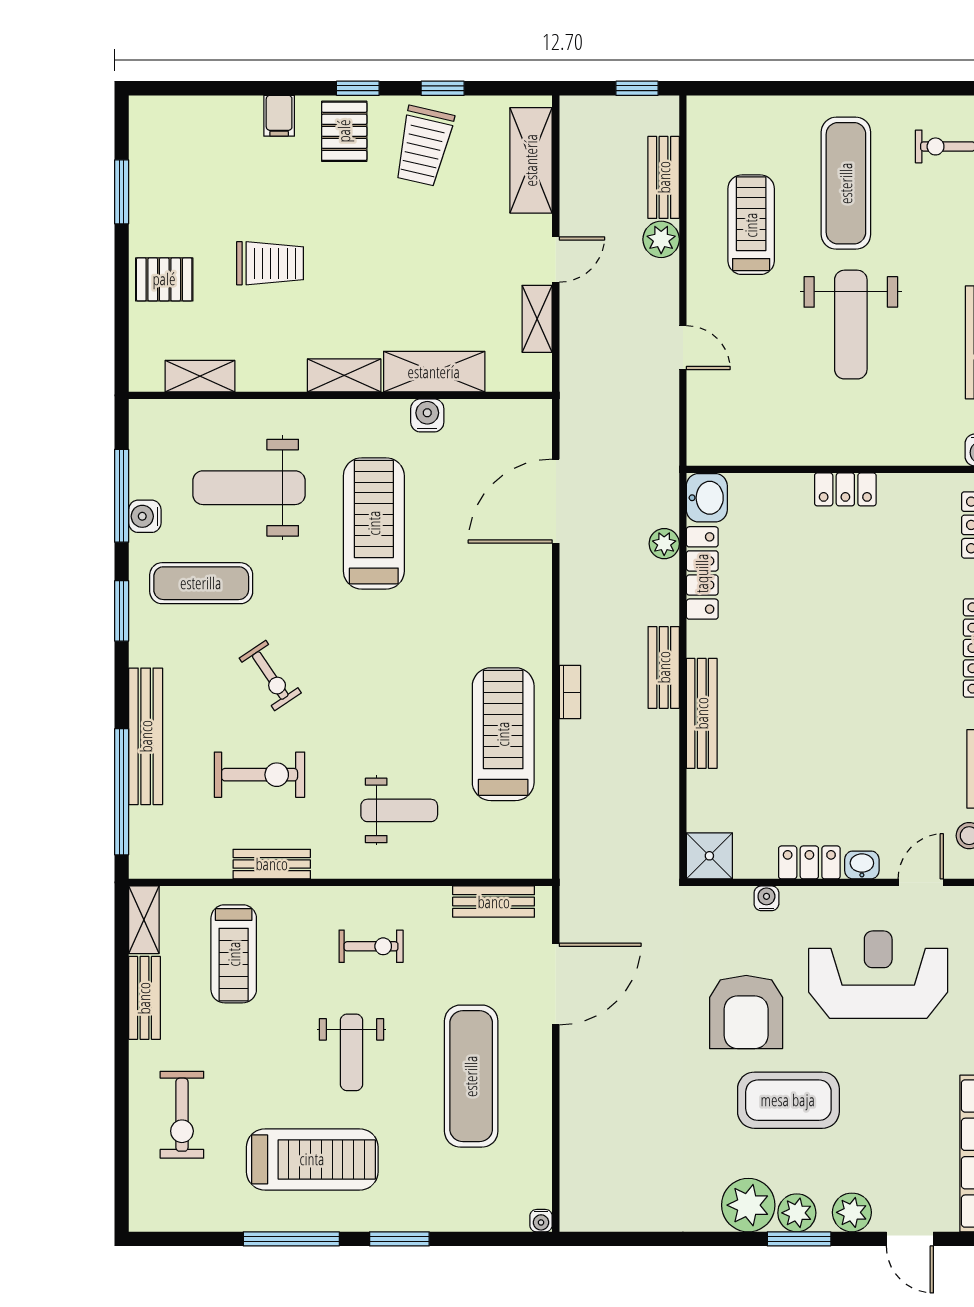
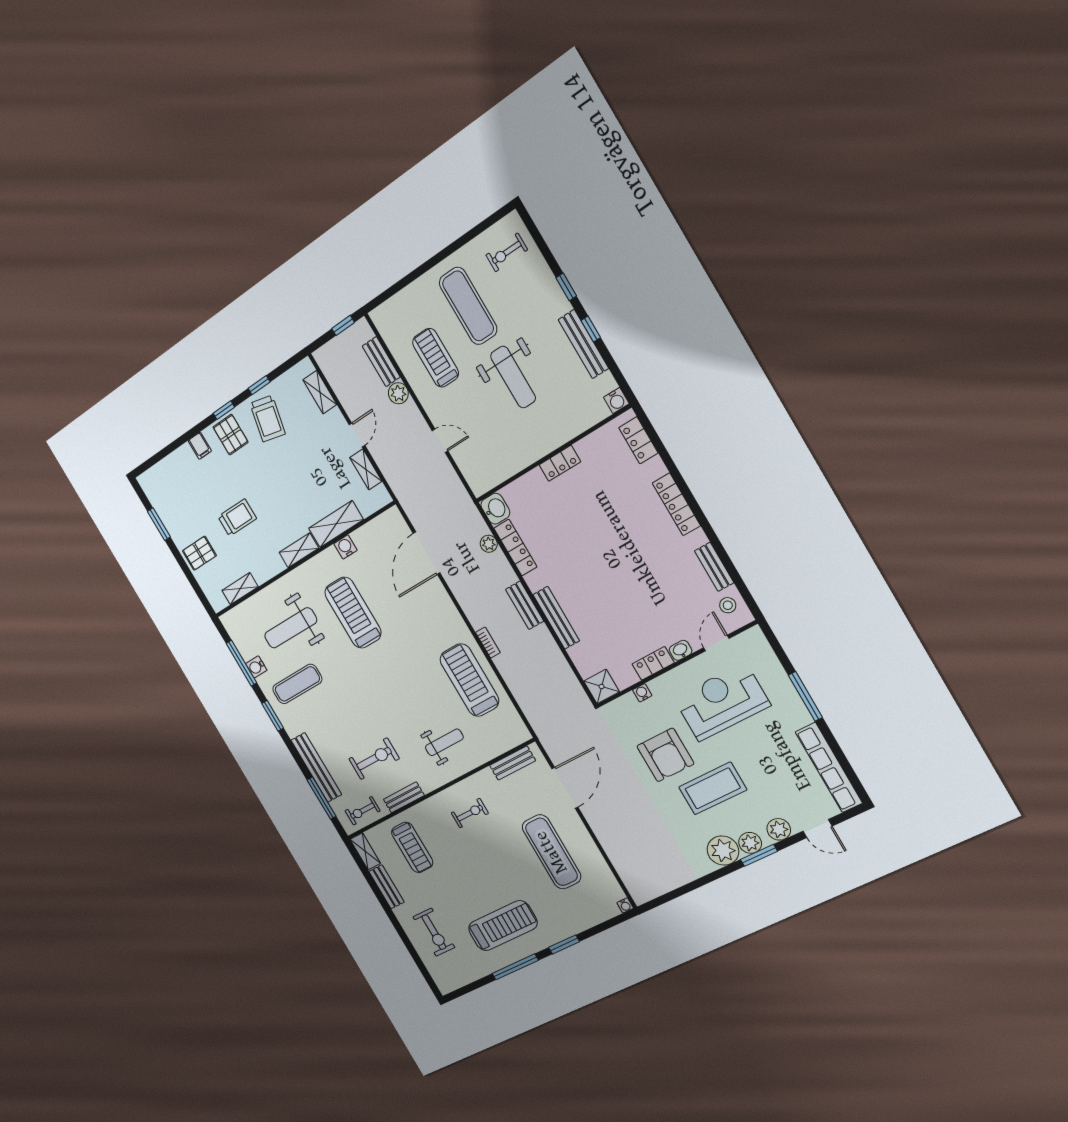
shelving: (531, 160) -> (320, 392), width x0.67, depth x0.75
exercise bike: (270, 676) -> (363, 811), moved, turned 124
window: (122, 792) -> (321, 798), width x0.68
weight bench: (352, 1052) -> (491, 867), removed

